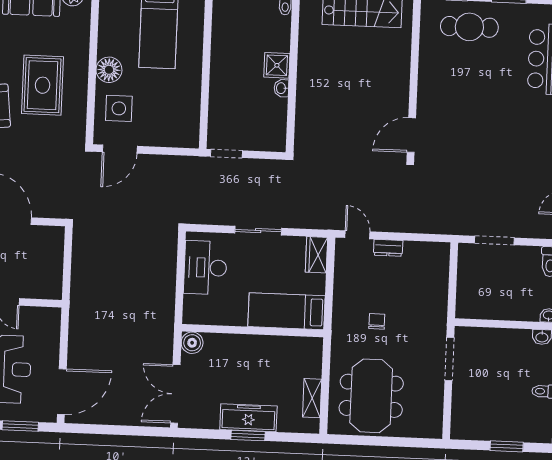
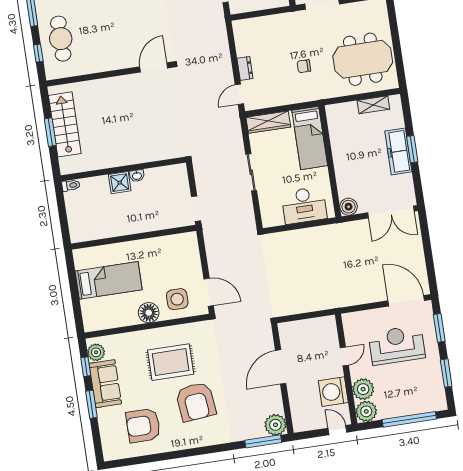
door: (411, 135) -> (154, 67), swing flipped
wardrobe: (316, 255) -> (268, 122), width x1.50
desk: (205, 268) -> (304, 205), moved

